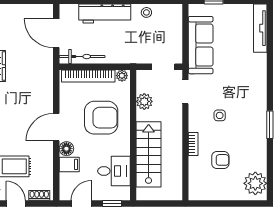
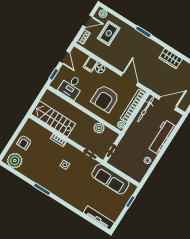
door: (56, 127) -> (130, 79), moved
stairs: (149, 154) -> (53, 119), moved, turned 180
armchair: (220, 160) -> (24, 142), moved

